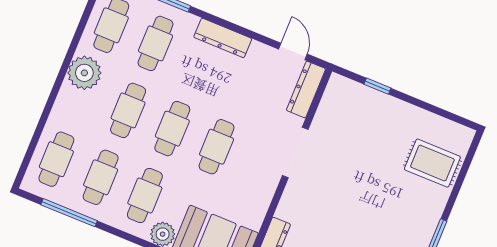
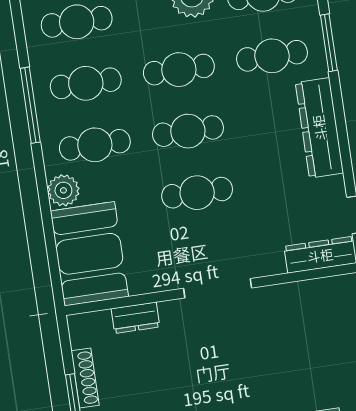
dresser: (223, 38) -> (319, 128), width x1.37, depth x1.24
doorway: (295, 152) -> (218, 288), moved
window: (69, 213) -> (30, 105), moved

